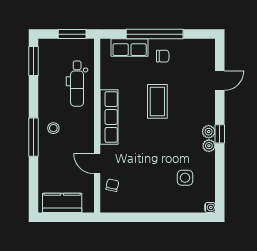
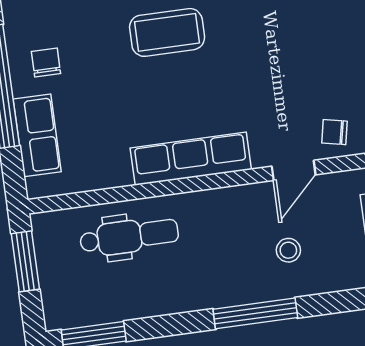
coffee table: (157, 101) -> (167, 32), moved
stool: (53, 128) -> (288, 250), moved

